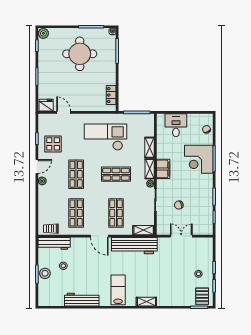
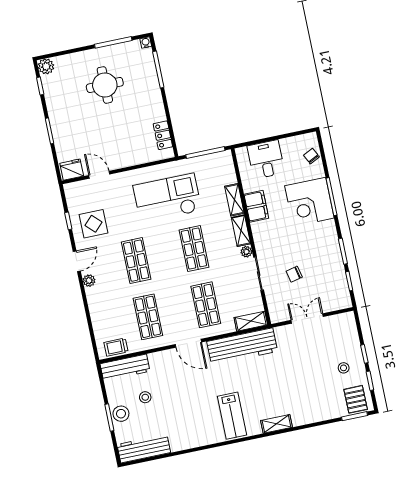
round table: (80, 54) -> (105, 85), width x0.73, depth x0.73
filing cabinet: (163, 169) -> (256, 206), moved
shop shelf: (116, 174) -> (194, 249), turned 90
lab bench: (118, 290) -> (232, 416), turned 180
workbench: (82, 300) -> (144, 449), moved

